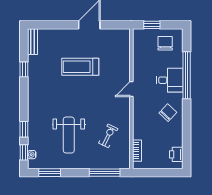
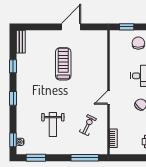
treadmill: (80, 67) -> (63, 64), turned 90
door: (131, 89) -> (108, 97), moved
window: (24, 129) -> (13, 98), moved
weight bench: (69, 135) -> (53, 124), width x0.73, depth x0.75

